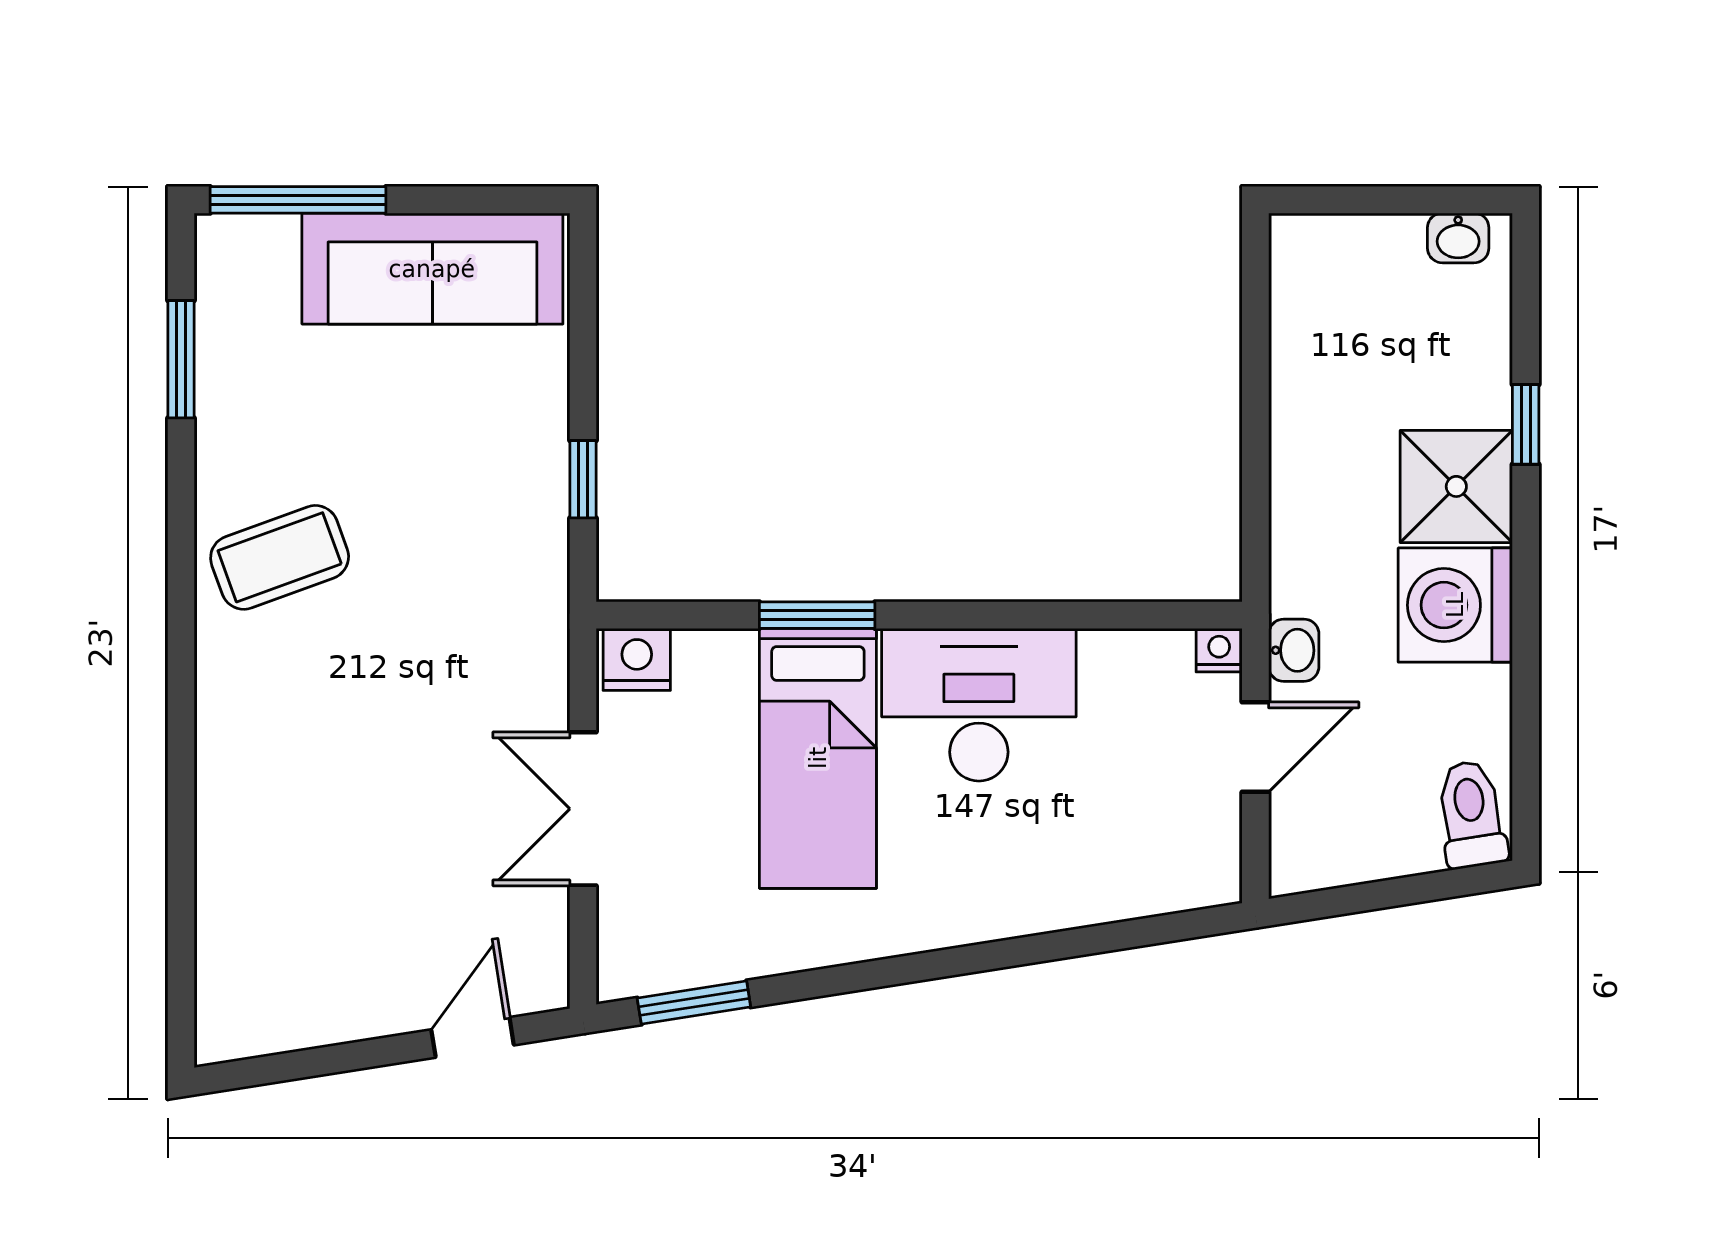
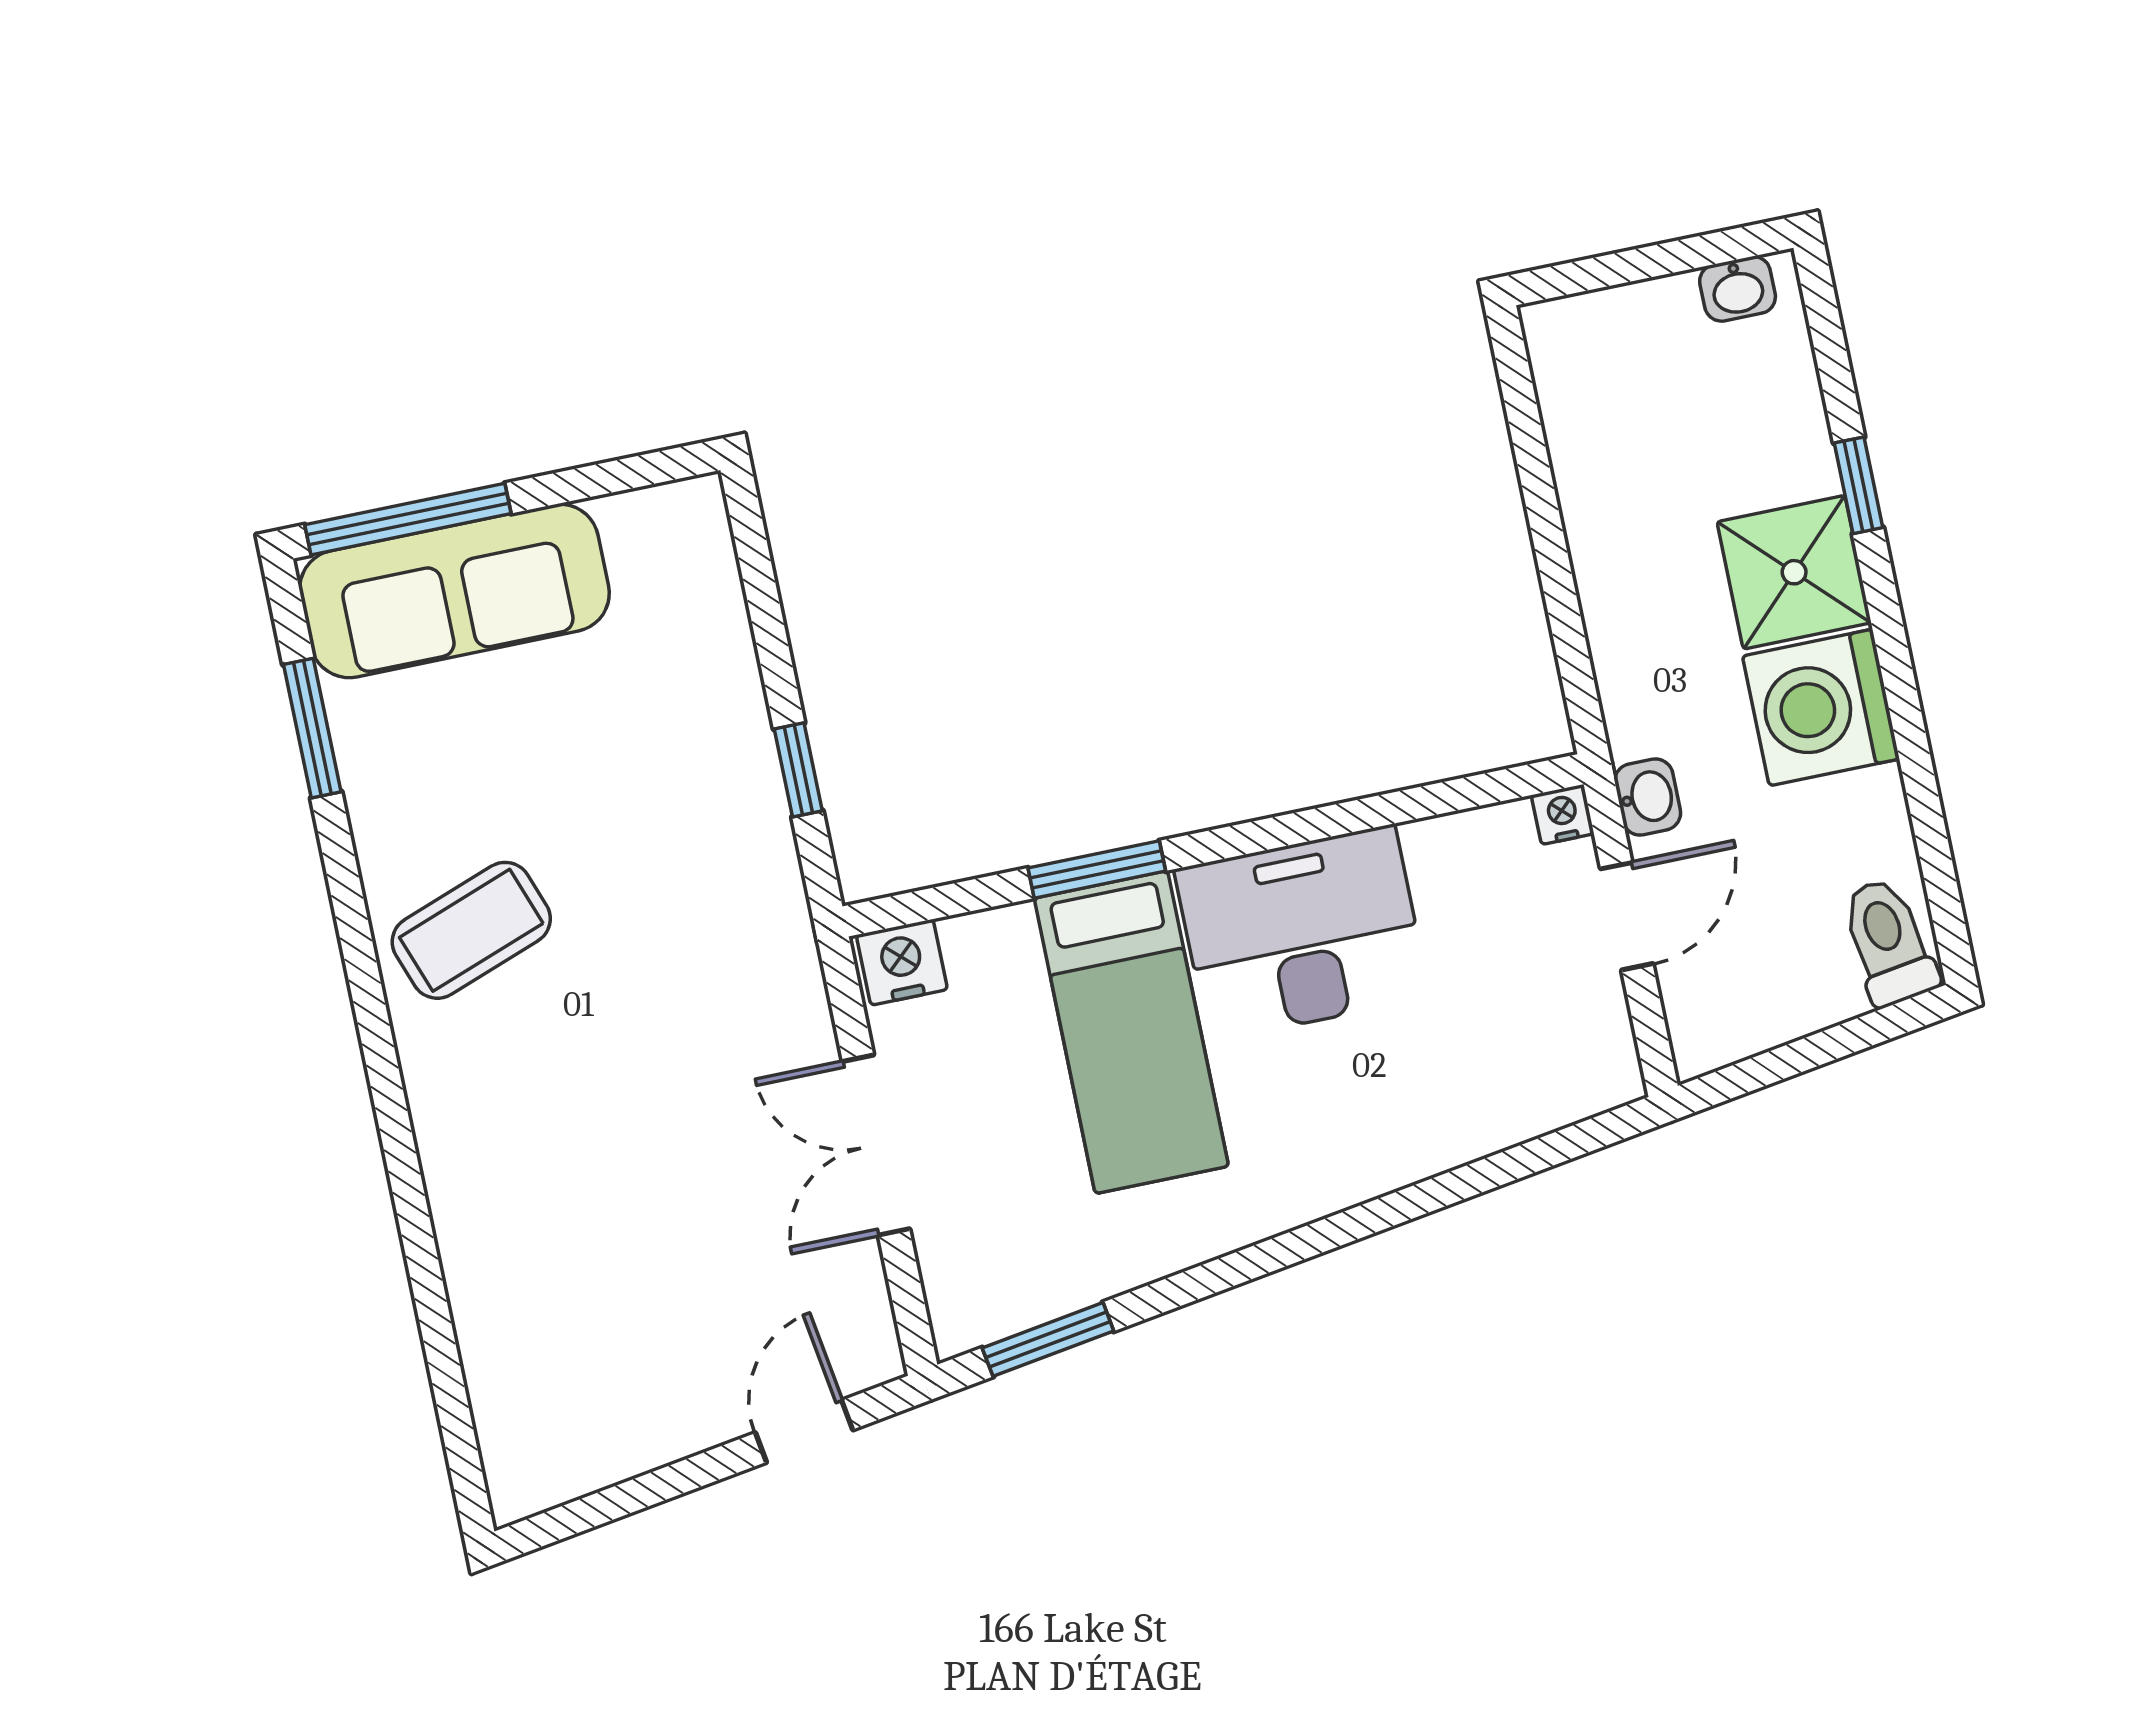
sofa: (432, 269) -> (455, 591), moved

